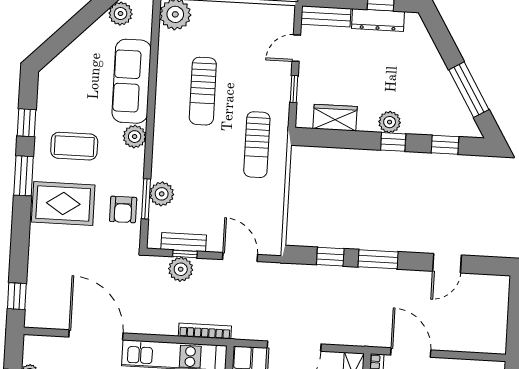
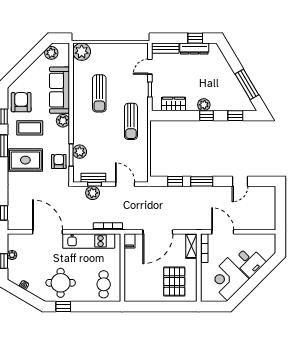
armchair: (61, 99) -> (21, 102), added
armchair: (123, 209) -> (59, 162), turned 180

